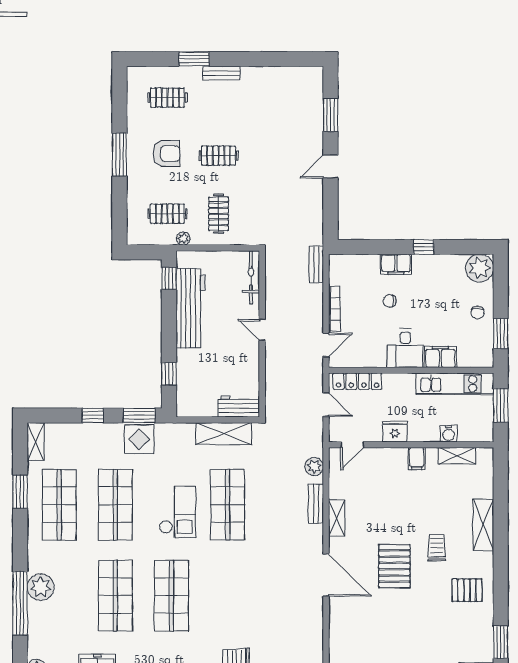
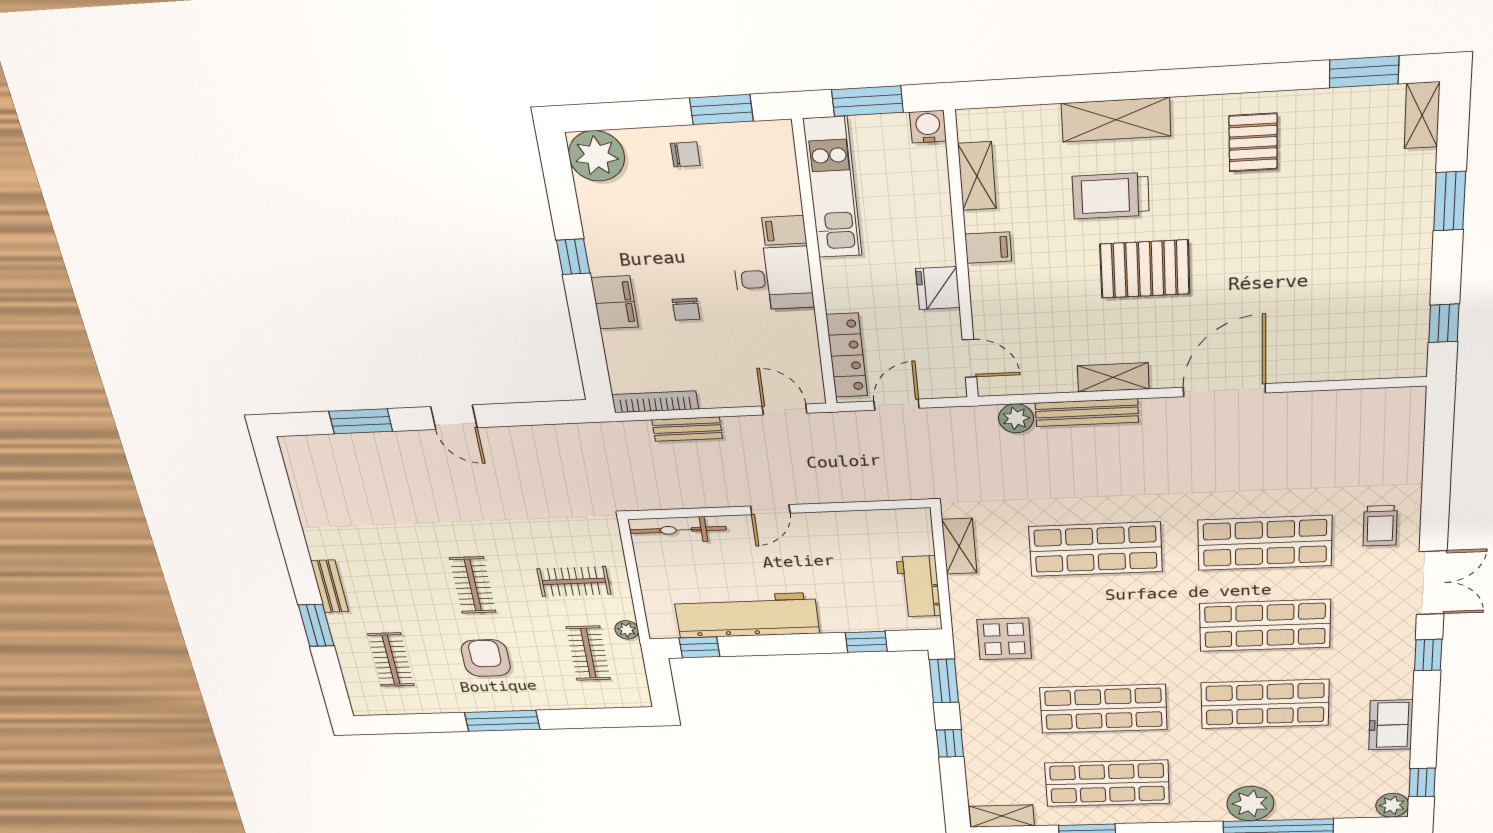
bench: (316, 264) -> (687, 429), moved
bookcase: (334, 309) -> (655, 402), moved
filing cabinet: (440, 357) -> (784, 230), width x0.50
workbench: (239, 406) -> (919, 586), moved
shelving: (224, 434) -> (959, 546), width x0.67, depth x0.75
water cooler: (449, 434) -> (928, 127), moved, turned -90
display table: (139, 439) -> (1004, 639), moved
bench: (316, 504) -> (1087, 413), width x1.36
checkout: (177, 512) -> (1112, 622), removed
trolley: (437, 548) -> (1111, 196), moved, width x1.36, depth x1.39
pallet: (394, 566) -> (1145, 269), moved
shop shelf: (228, 596) -> (1265, 543), added

